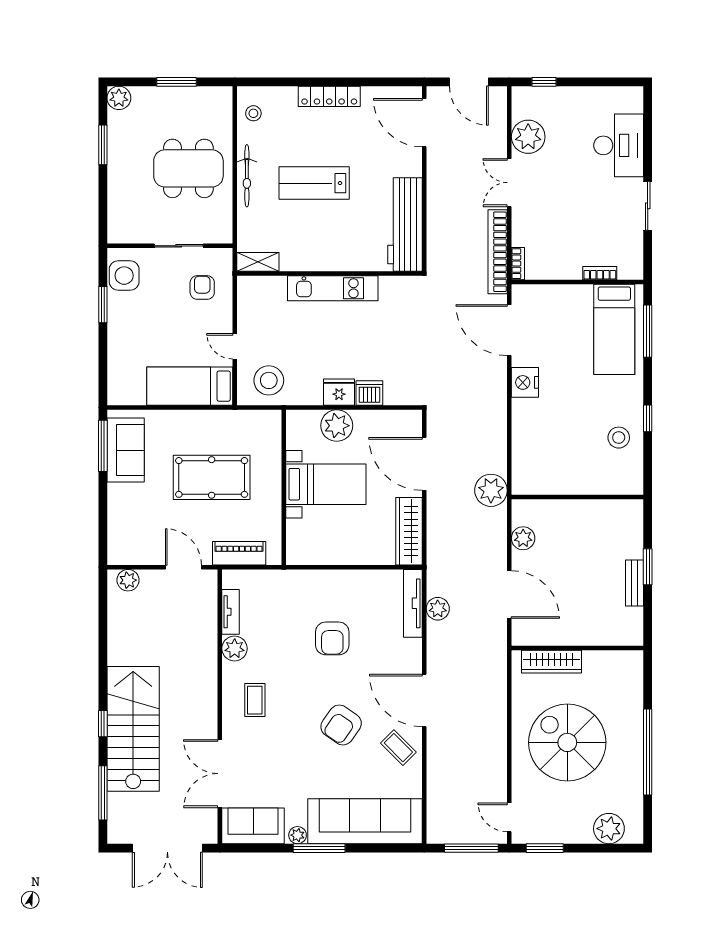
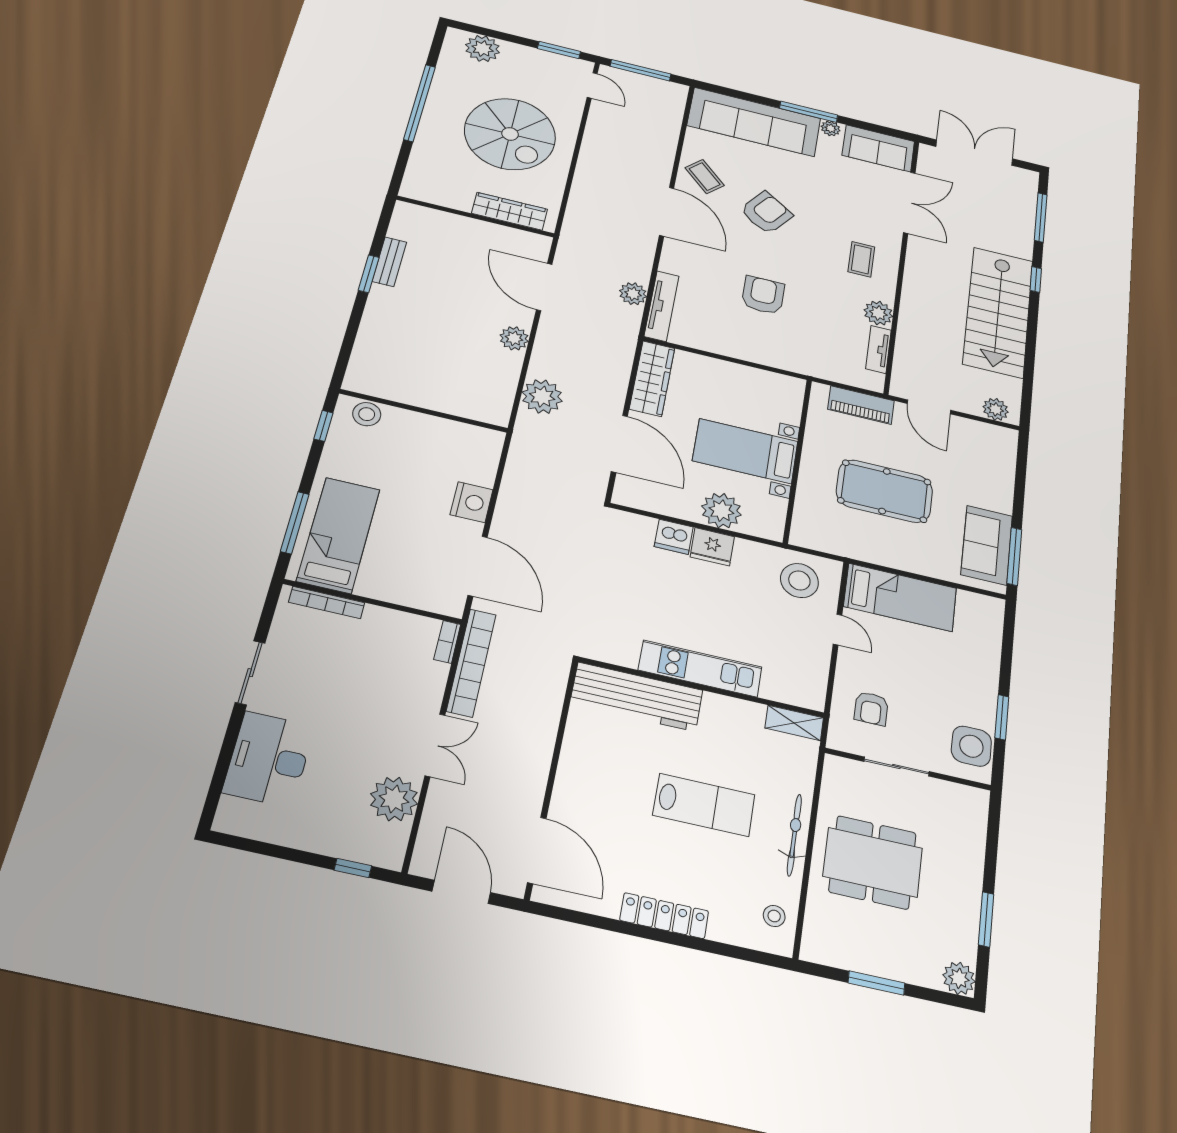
workbench: (405, 225) -> (637, 697), moved, turned 90
bookcase: (600, 273) -> (327, 602), width x1.56
wall: (577, 497) -> (424, 411), moved
stairs: (133, 729) -> (998, 312), moved

